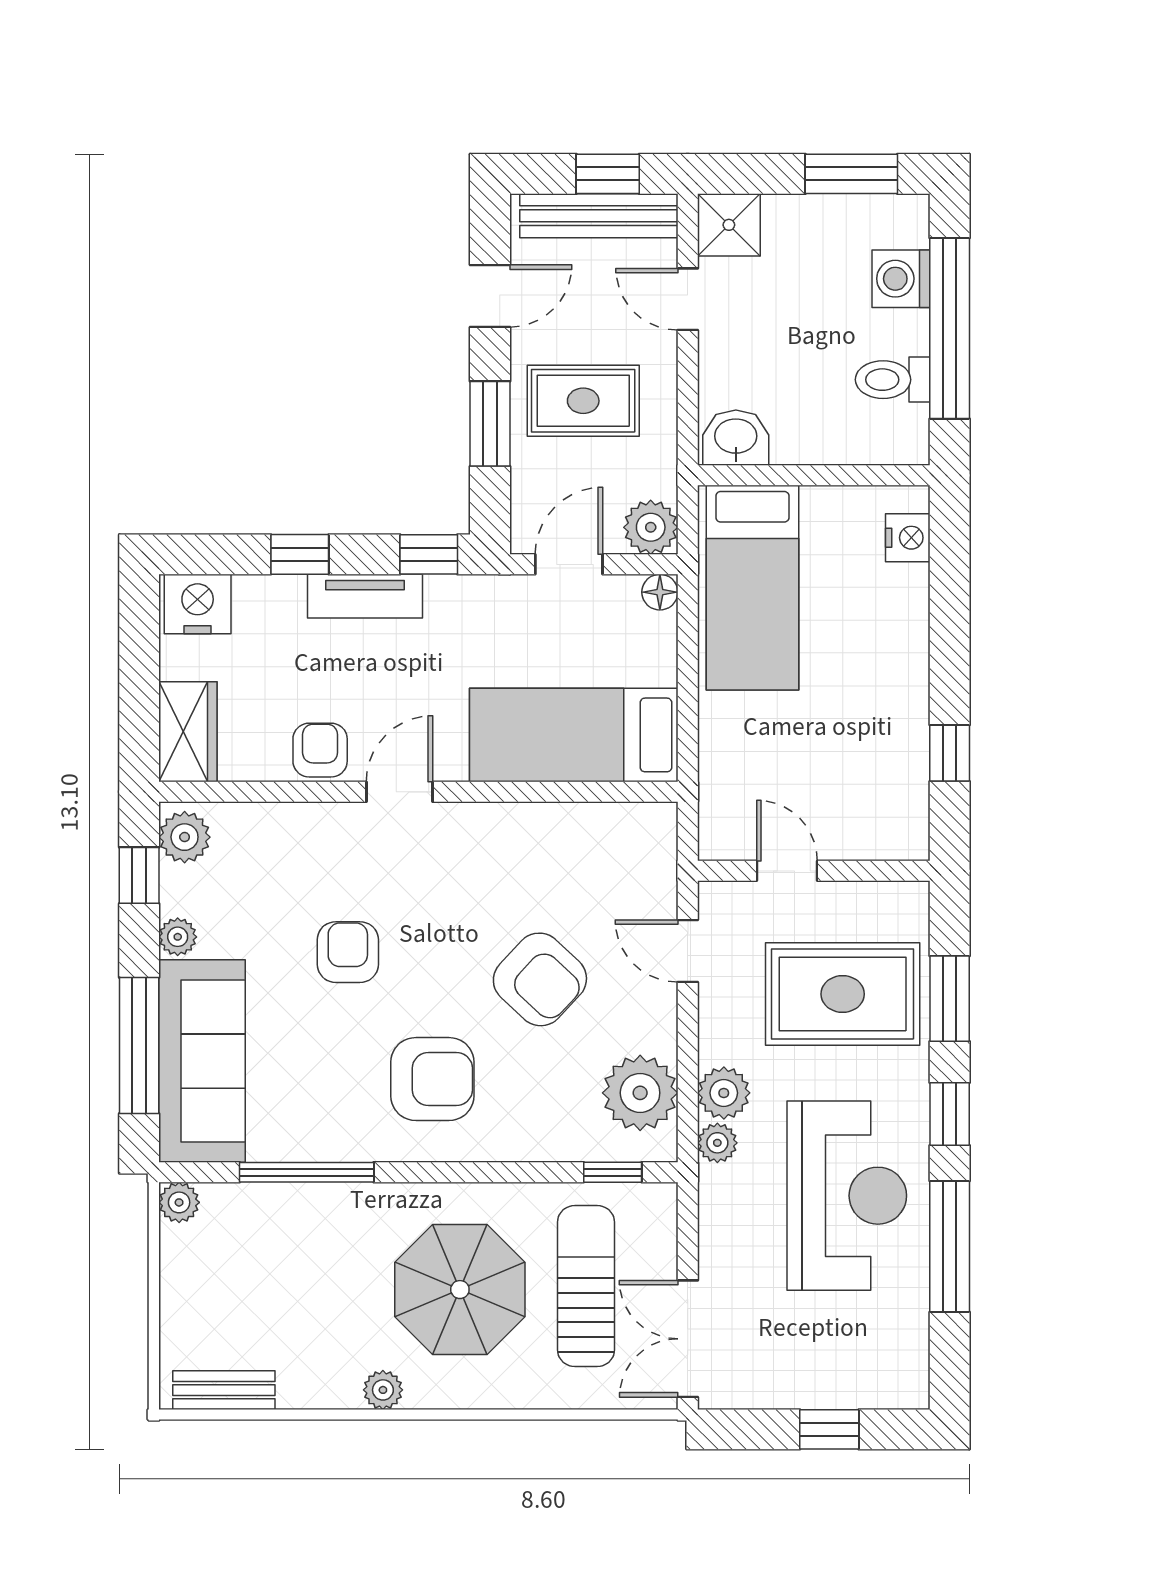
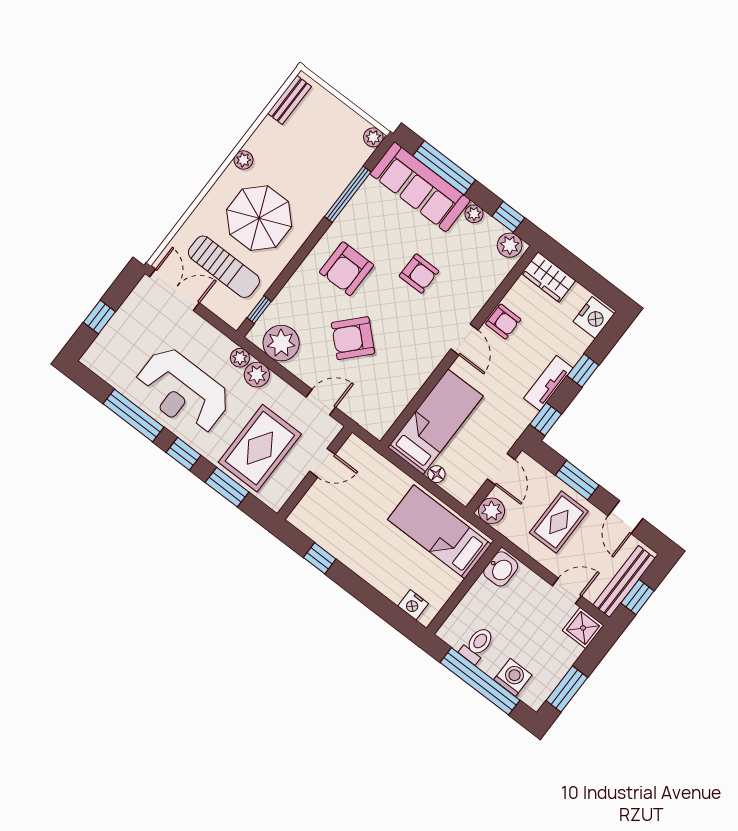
floor lamp: (660, 592) -> (436, 474), moved

